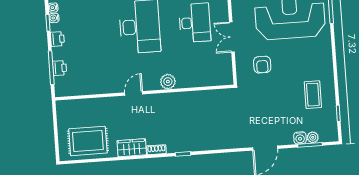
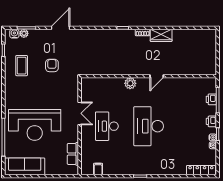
armchair: (262, 65) -> (52, 65), moved
water cooler: (300, 138) -> (14, 34), moved
rug: (88, 141) -> (194, 43), removed

